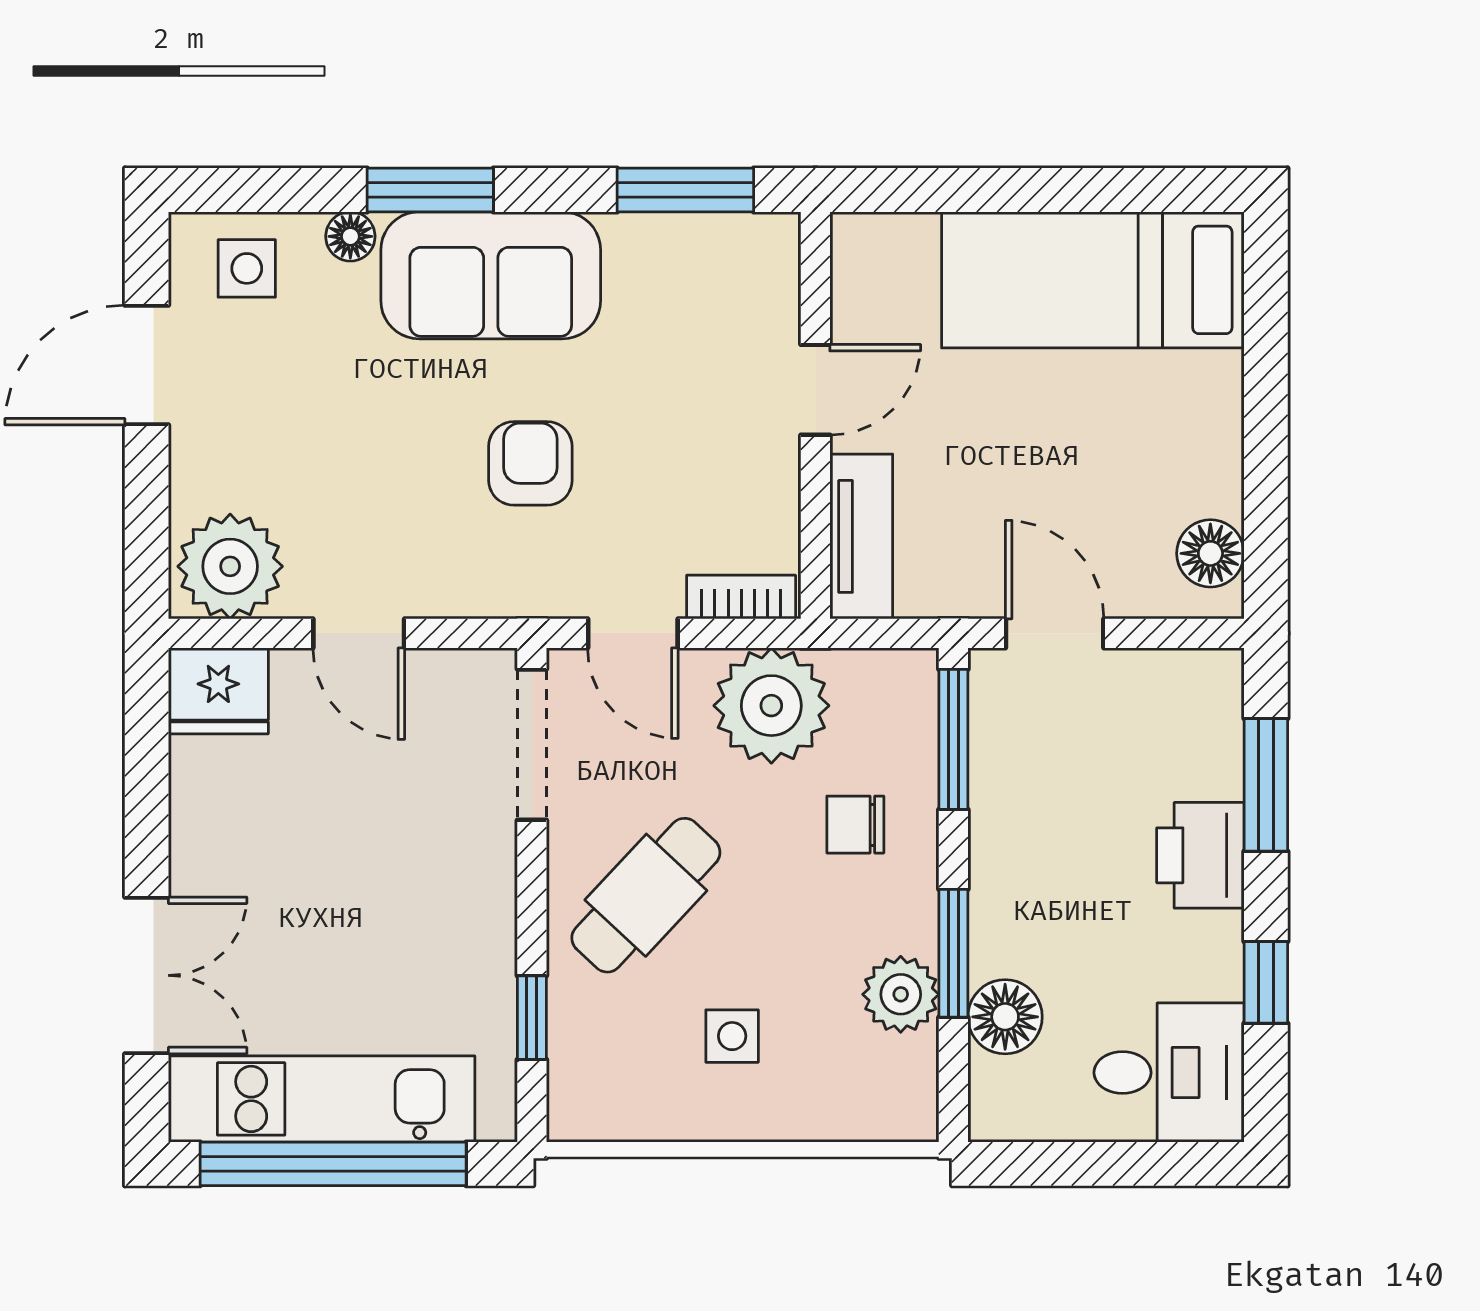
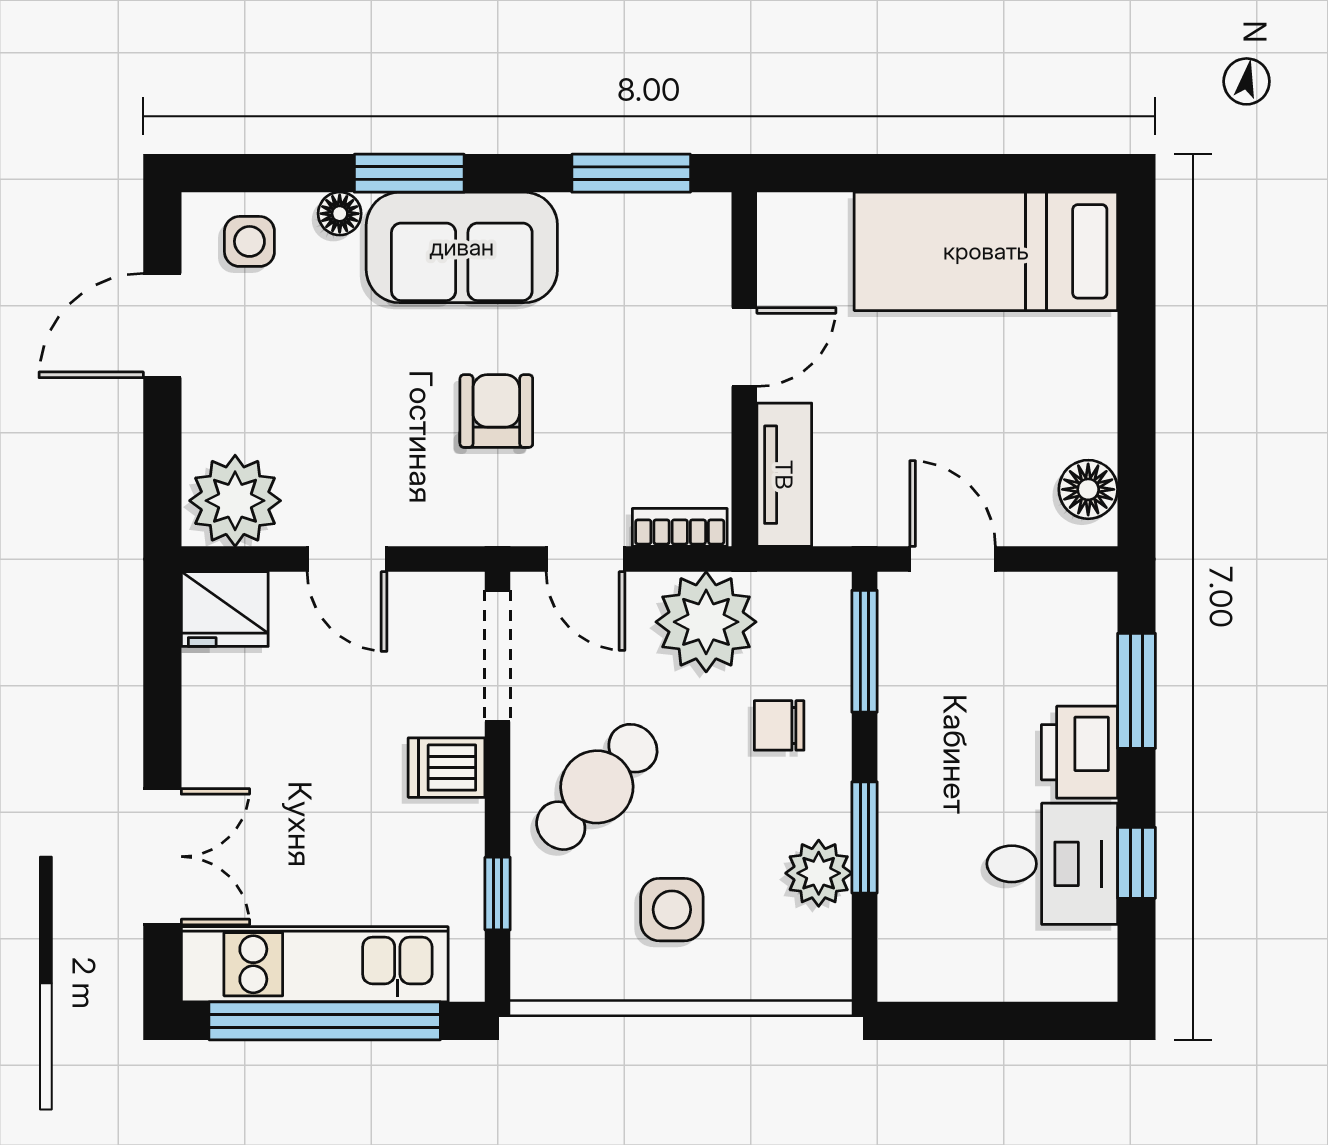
dishwasher: (473, 873) -> (447, 768), added
floor lamp: (1005, 1017) -> (909, 893), removed
side table: (732, 1036) -> (672, 910), width x1.37, depth x1.37
desk: (1169, 1073) -> (1052, 864), moved

